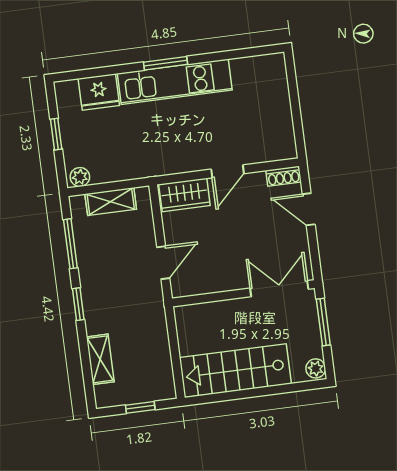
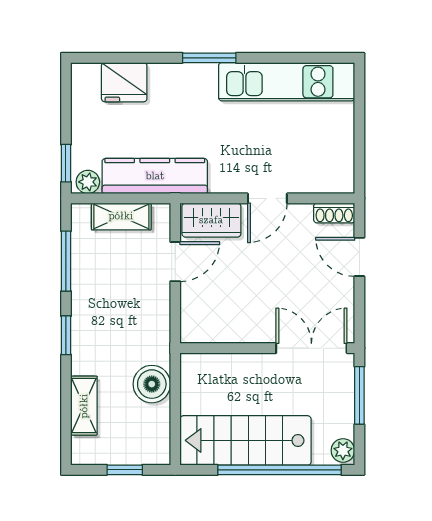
kitchen unit: (175, 82) -> (287, 82), moved
window: (56, 134) -> (66, 163), moved
kitchen counter: (134, 165) -> (155, 176), added
door: (163, 263) -> (175, 262), moved
boiler: (153, 335) -> (152, 384), added
window: (266, 391) -> (280, 470), added

